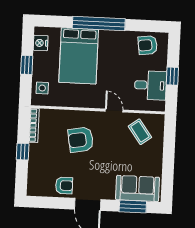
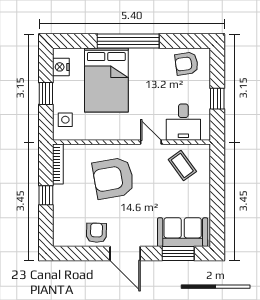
desk: (150, 85) -> (183, 122), moved, turned 90
armchair: (81, 140) -> (113, 178), width x1.36, depth x1.36
armchair: (64, 185) -> (96, 233), turned -89

